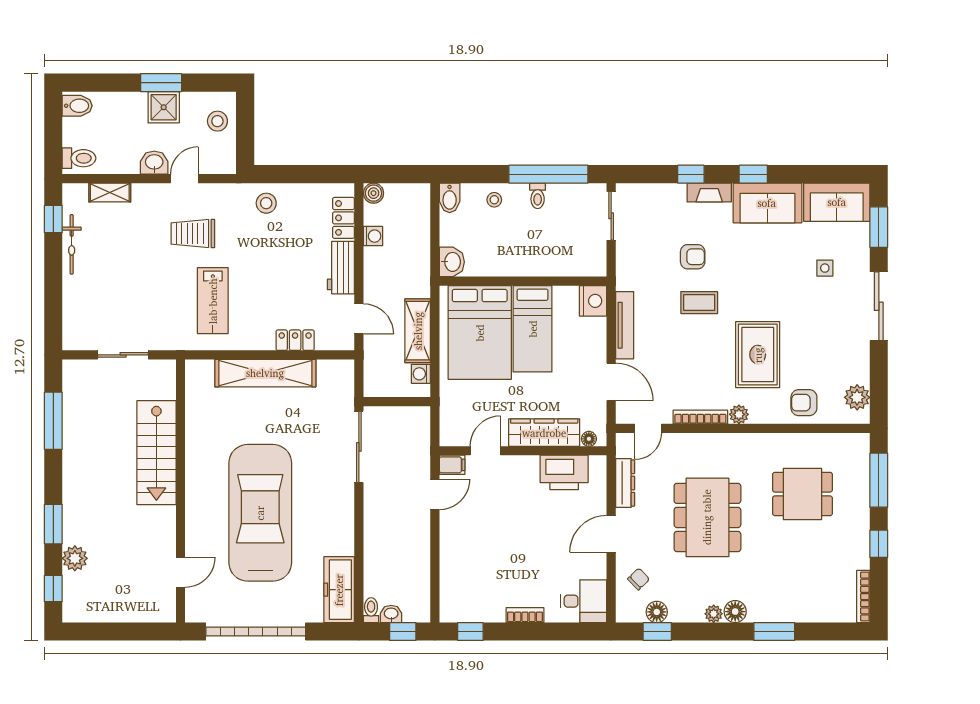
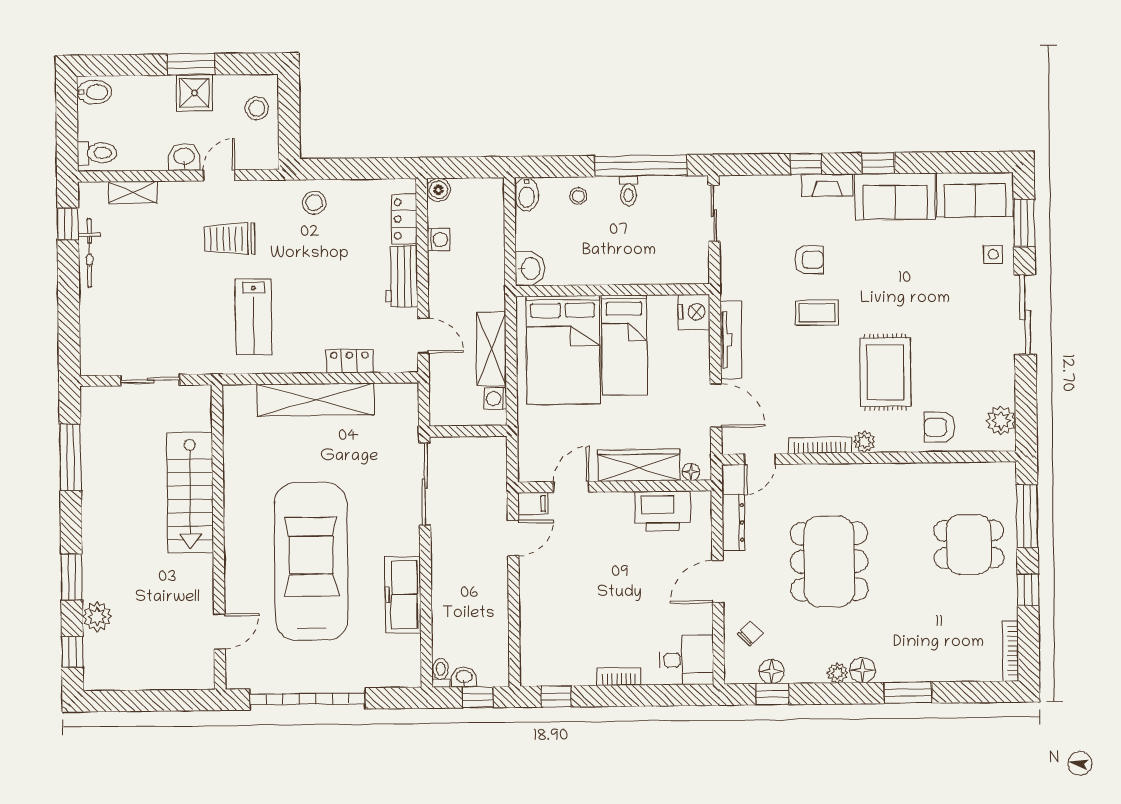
side table: (825, 268) -> (993, 254), moved
dining table: (802, 494) -> (969, 544), moved
freezer: (339, 590) -> (403, 595), moved

